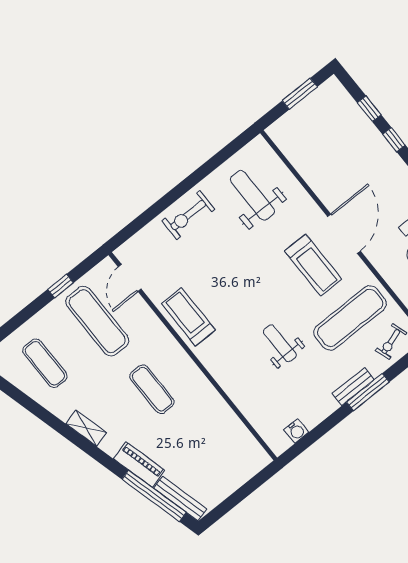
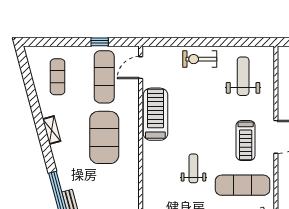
treadmill: (188, 317) -> (155, 114), width x1.37, depth x1.38
exercise mat: (152, 389) -> (104, 137), width x2.00, depth x1.45
piano: (139, 465) -> (64, 173), removed

